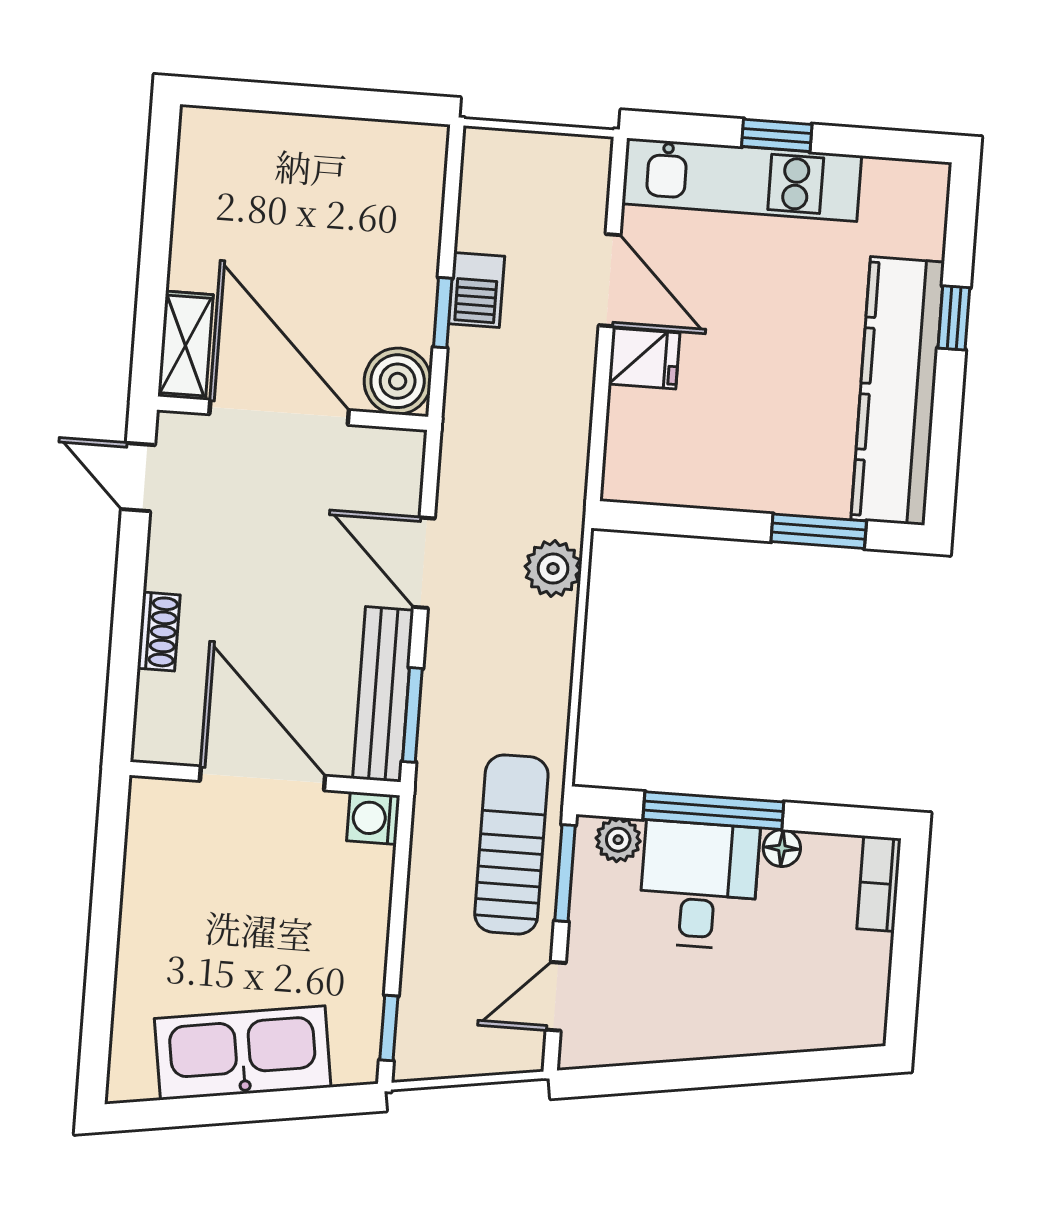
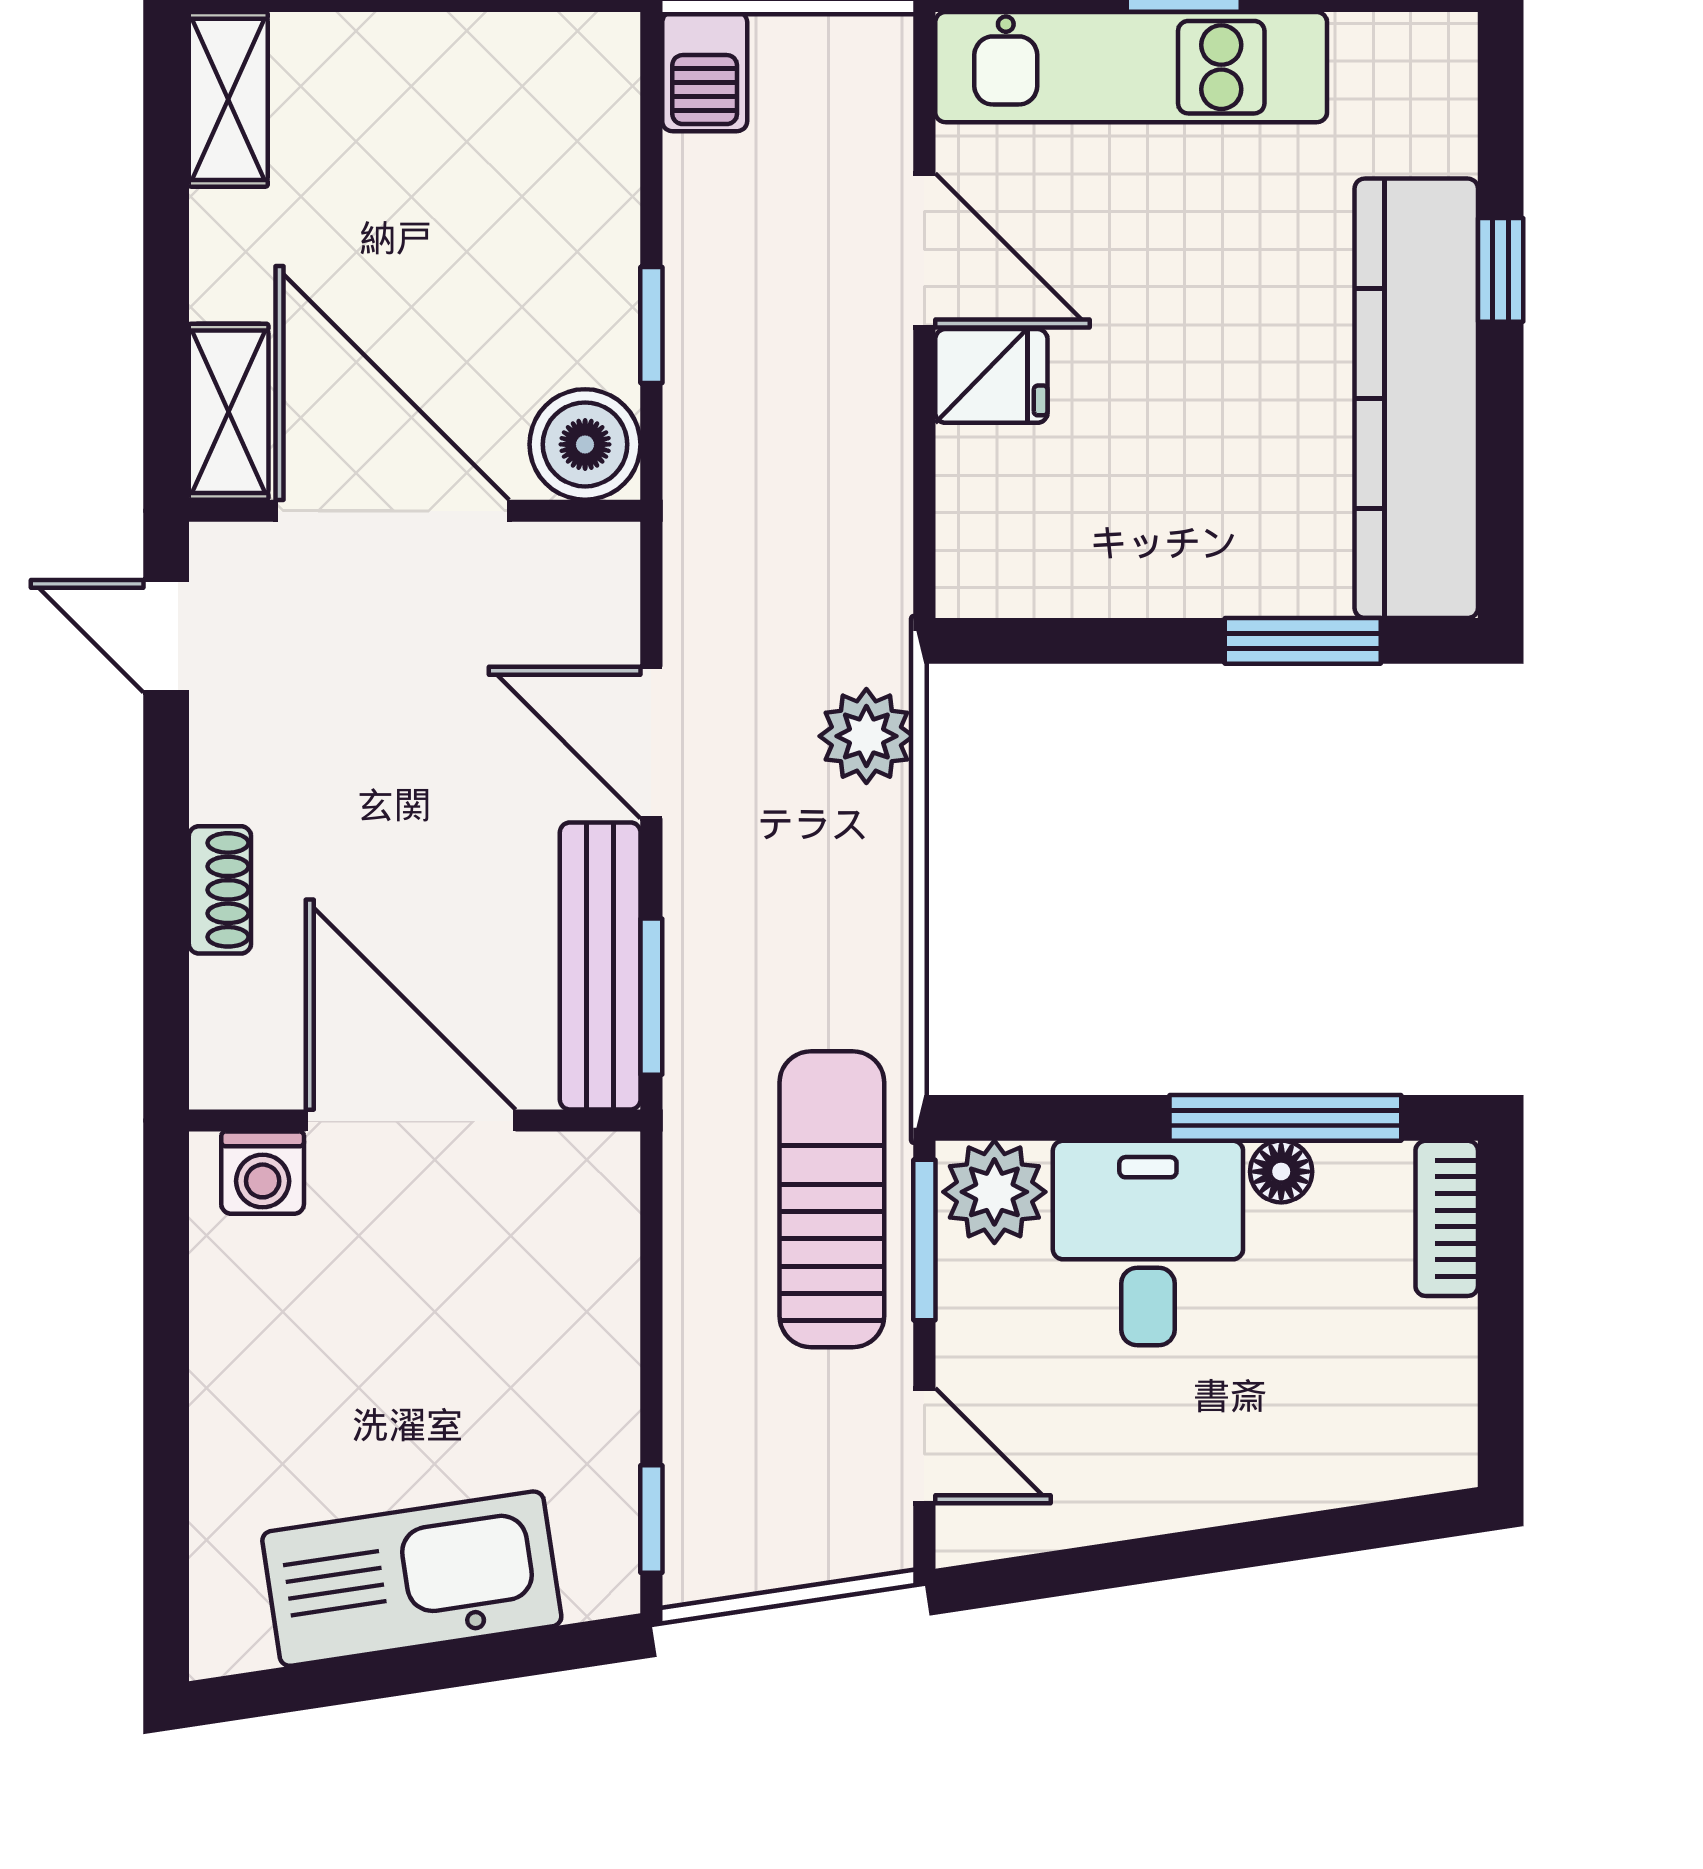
shelving: (199, 158) -> (228, 99), added
barbecue: (476, 290) -> (705, 72), moved
window: (713, 811) -> (1285, 1118), moved
washing machine: (373, 818) -> (263, 1173), moved, turned -90
plant: (618, 840) -> (994, 1192), width x1.38, depth x1.38
door: (556, 996) -> (924, 1446), swing flipped

